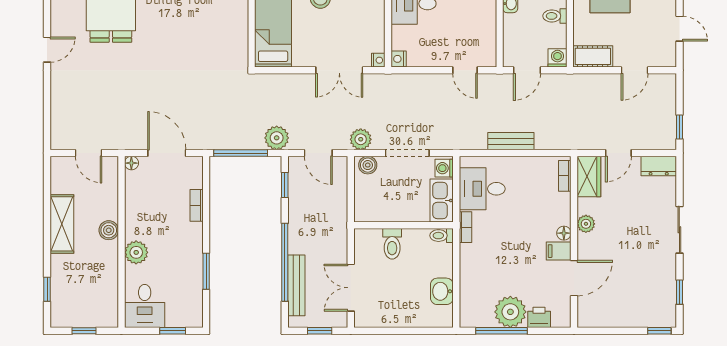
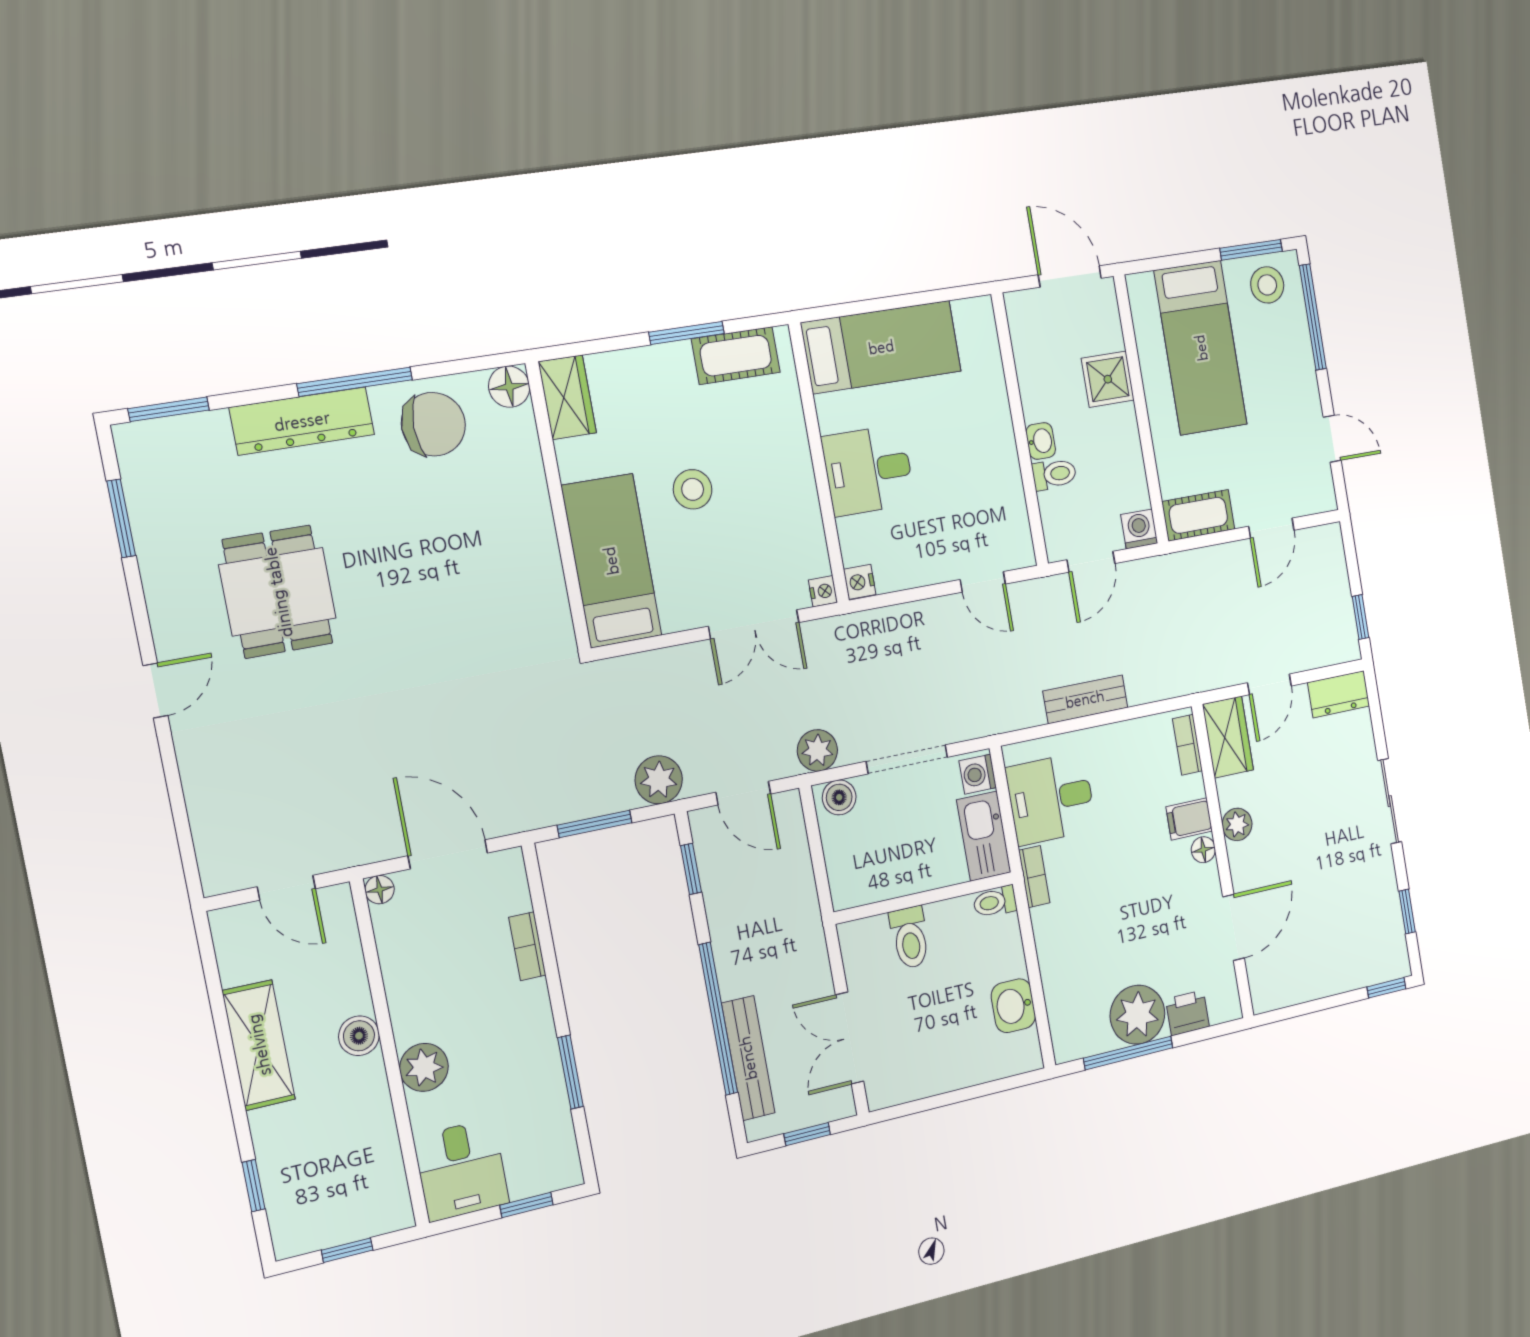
toilet: (555, 16) -> (1054, 474), moved, turned 180
window: (241, 153) -> (595, 824), width x0.69
filing cabinet: (559, 251) -> (1189, 819), moved

